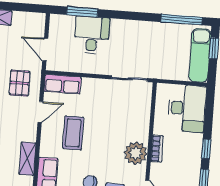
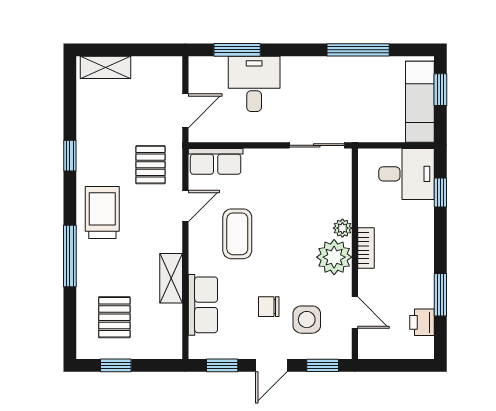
window: (182, 20) -> (358, 50), moved
door: (45, 49) -> (185, 111), swing flipped
desk: (187, 108) -> (406, 174), width x0.73
plant: (143, 134) -> (342, 228), added
window: (206, 149) -> (440, 193), moved

